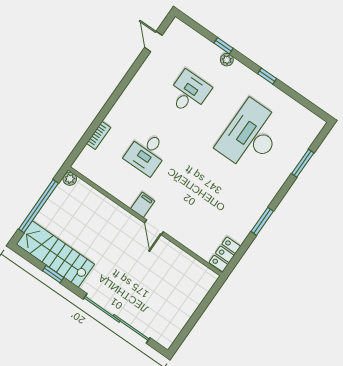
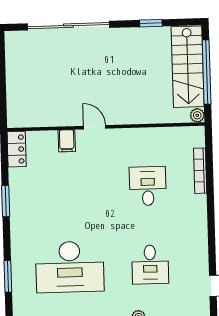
bookcase: (99, 135) -> (200, 171), width x1.56
desk: (251, 136) -> (70, 267), turned 90
filing cabinet: (143, 205) -> (67, 141), moved
stairs: (55, 254) -> (188, 67), moved, turned 90

